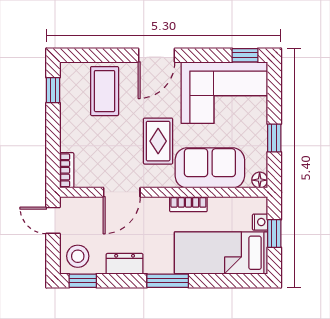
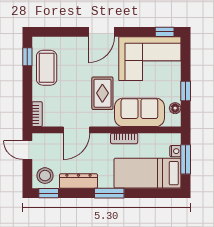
coffee table: (105, 91) -> (47, 68), moved
floor lamp: (260, 180) -> (175, 108), moved
window: (274, 234) -> (186, 159), width x1.50
dresser: (125, 264) -> (78, 181), width x1.44

